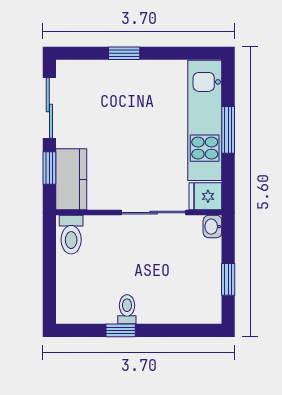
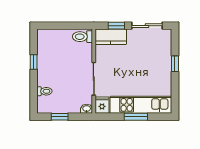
toilet: (127, 309) -> (44, 91), moved

